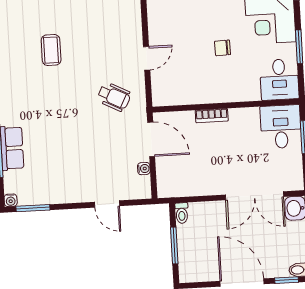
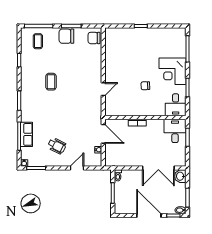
wheelchair: (114, 97) -> (57, 146), moved
door: (107, 204) -> (77, 168), swing flipped

